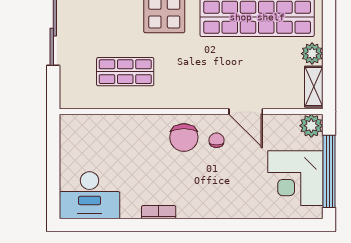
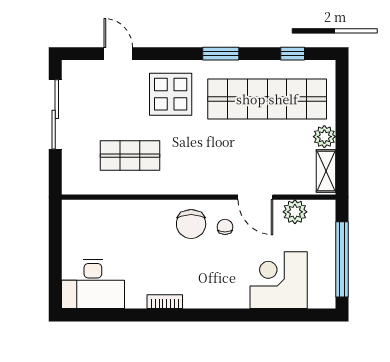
plant: (311, 126) -> (295, 212), moved
corner desk: (295, 178) -> (279, 280), moved, turned 90

